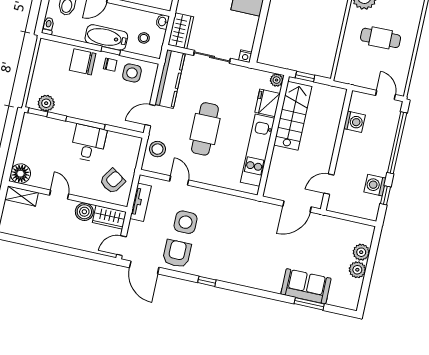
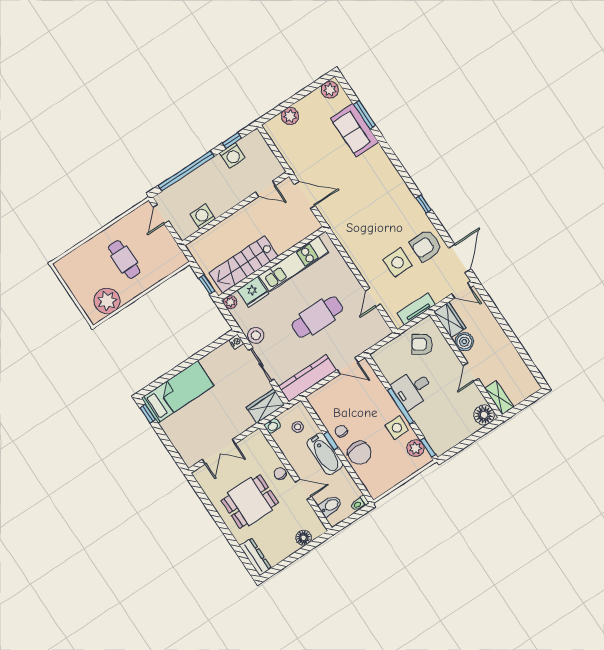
side table: (132, 73) -> (397, 428), moved
stool: (157, 149) -> (256, 335), moved
plant: (357, 270) -> (330, 90), moved

